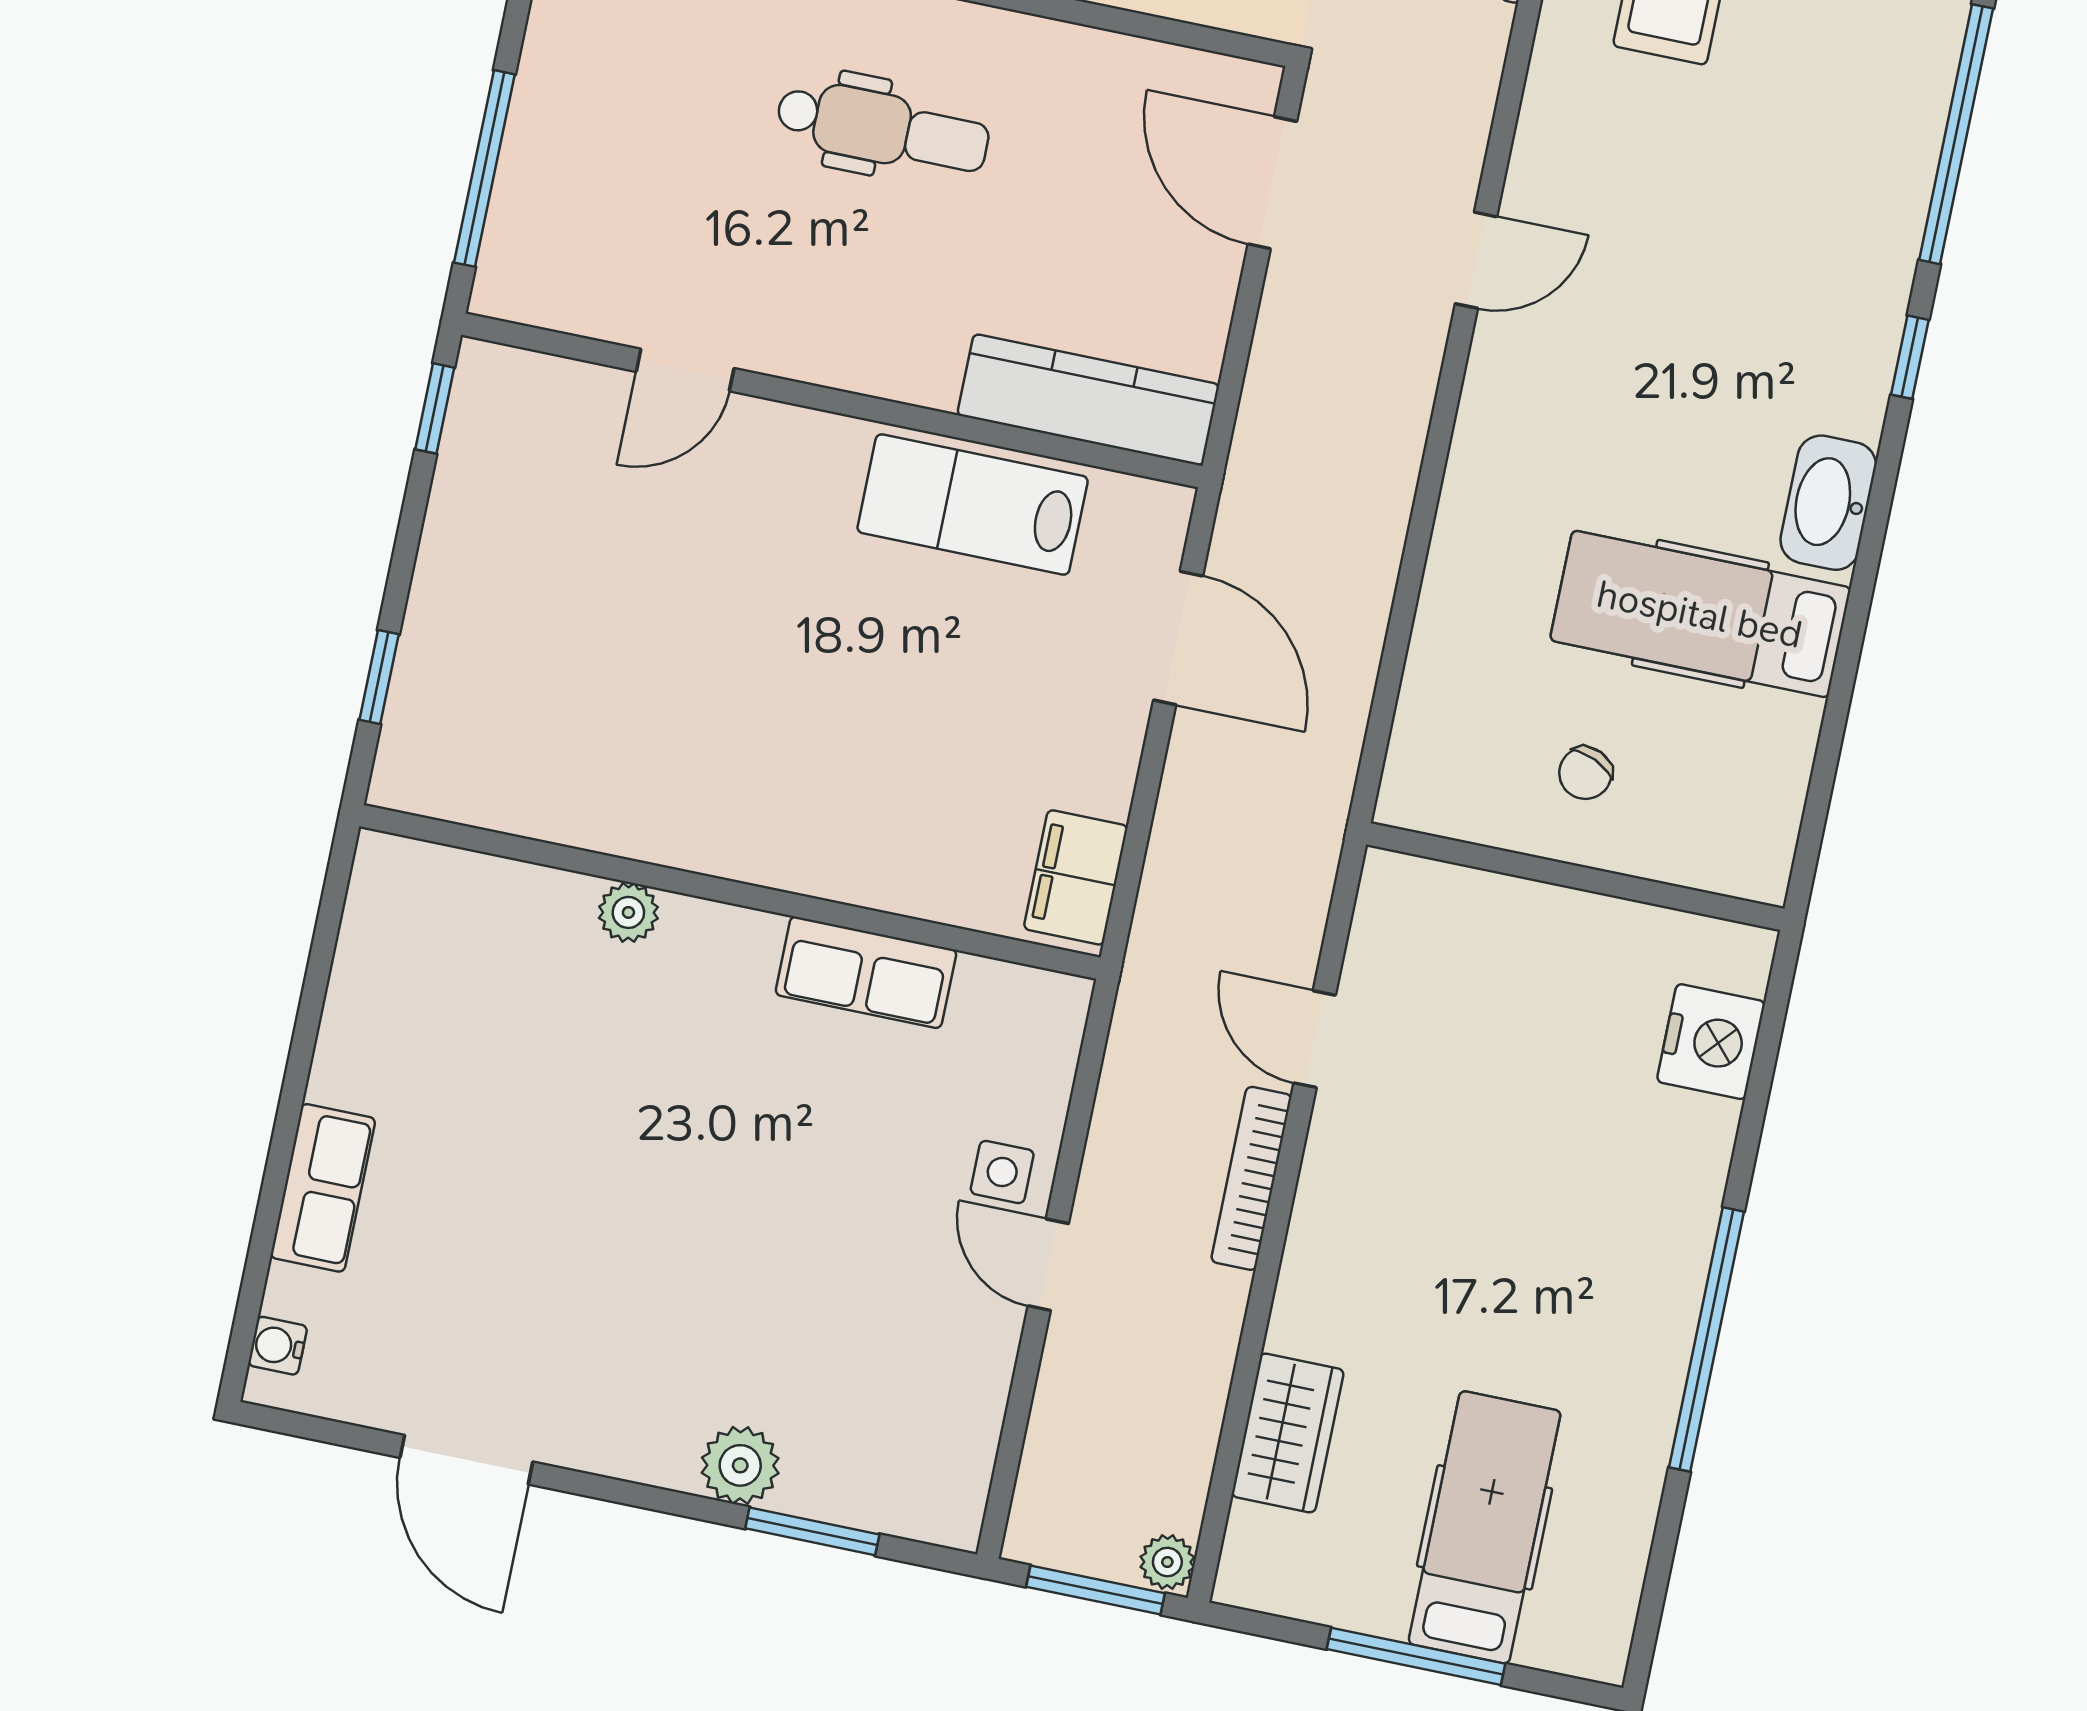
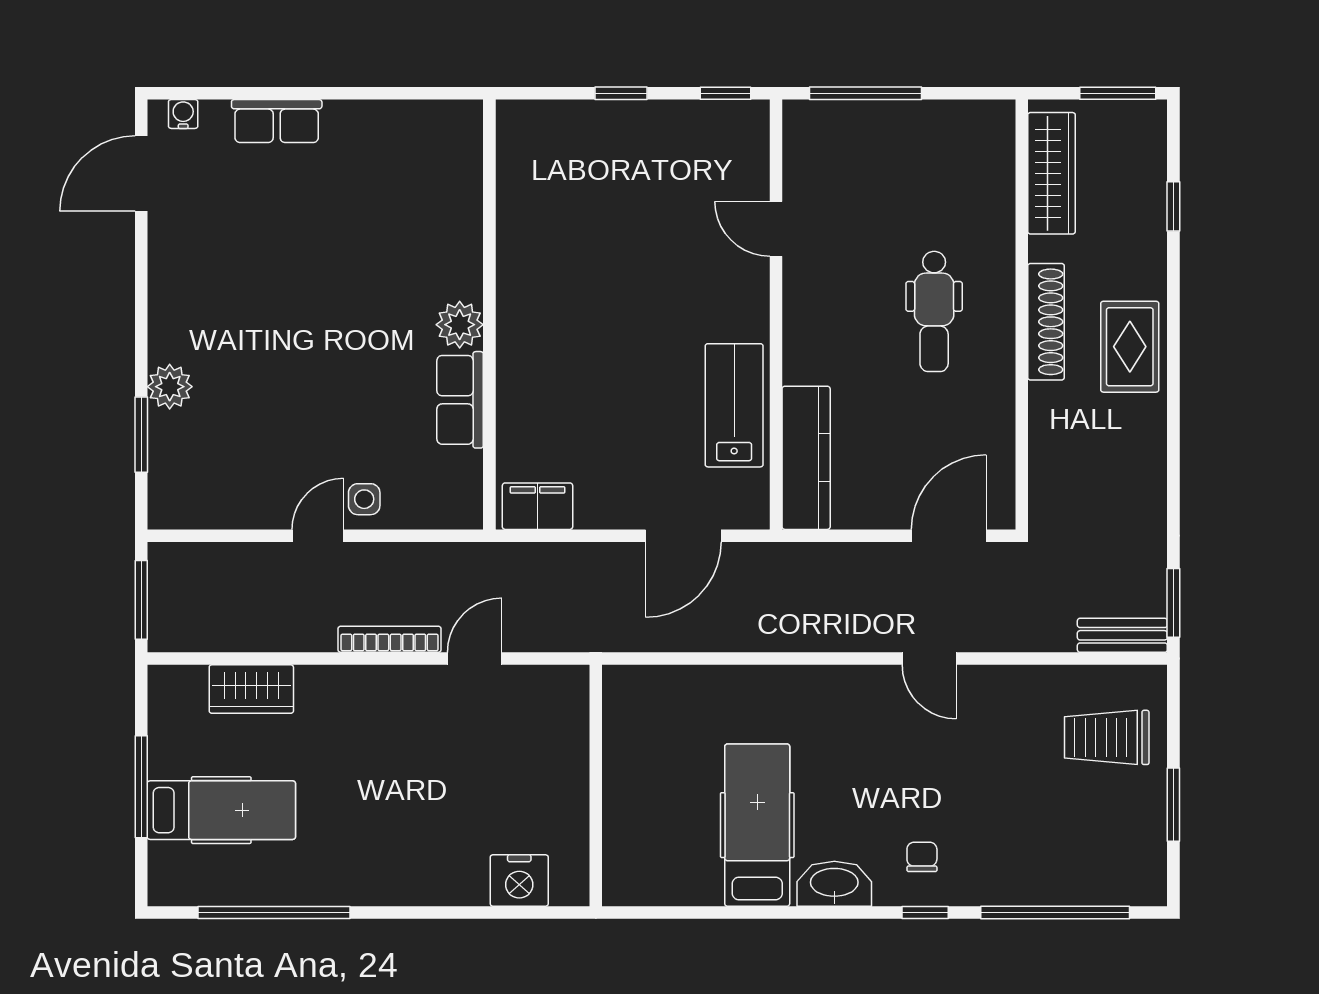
window: (379, 677) -> (621, 93), moved
chair: (1585, 773) -> (922, 857), moved, turned 66
plant: (628, 912) -> (460, 325), moved, width x1.38, depth x1.38
window: (1706, 1339) -> (274, 912), moved
door: (466, 1460) -> (141, 174), moved
plant: (1167, 1562) -> (165, 637), removed

